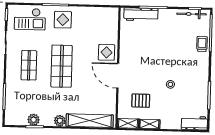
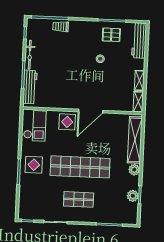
bicycle: (192, 14) -> (30, 55), moved
checkout: (30, 19) -> (35, 126), moved
shop shelf: (62, 66) -> (80, 167), width x1.40
pallet: (141, 101) -> (111, 35), moved, turned 90
workbench: (194, 123) -> (139, 41), width x1.38

